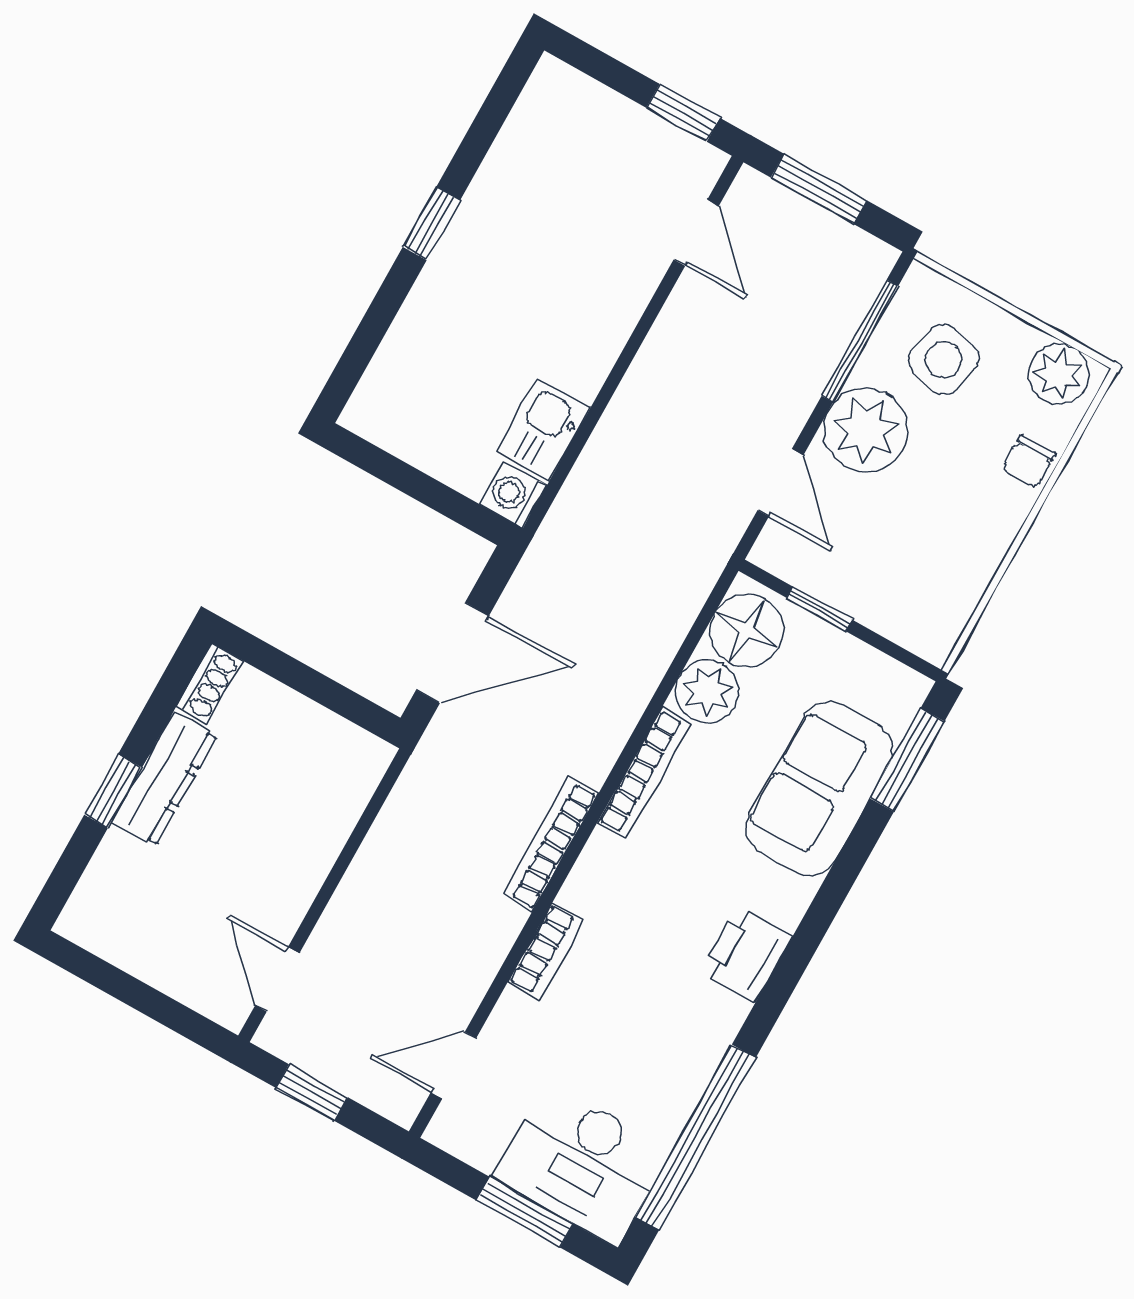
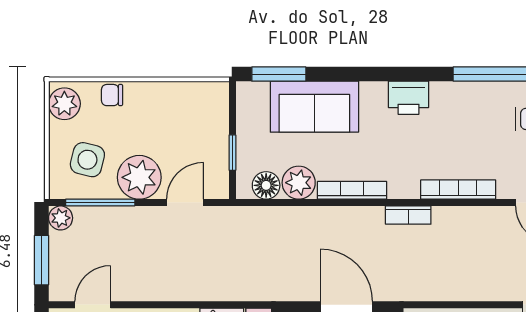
plant: (871, 260) -> (61, 218), added
chair: (1029, 462) -> (112, 95), turned 180
floor lamp: (747, 631) -> (266, 185), width x0.73, depth x0.73
bookcase: (550, 844) -> (408, 215), width x0.64
bookcase: (546, 951) -> (458, 190), width x1.56

